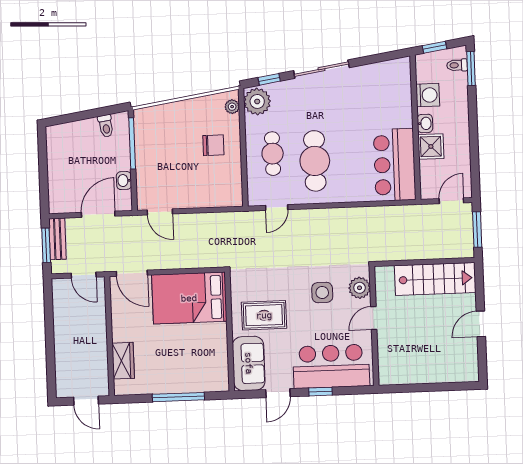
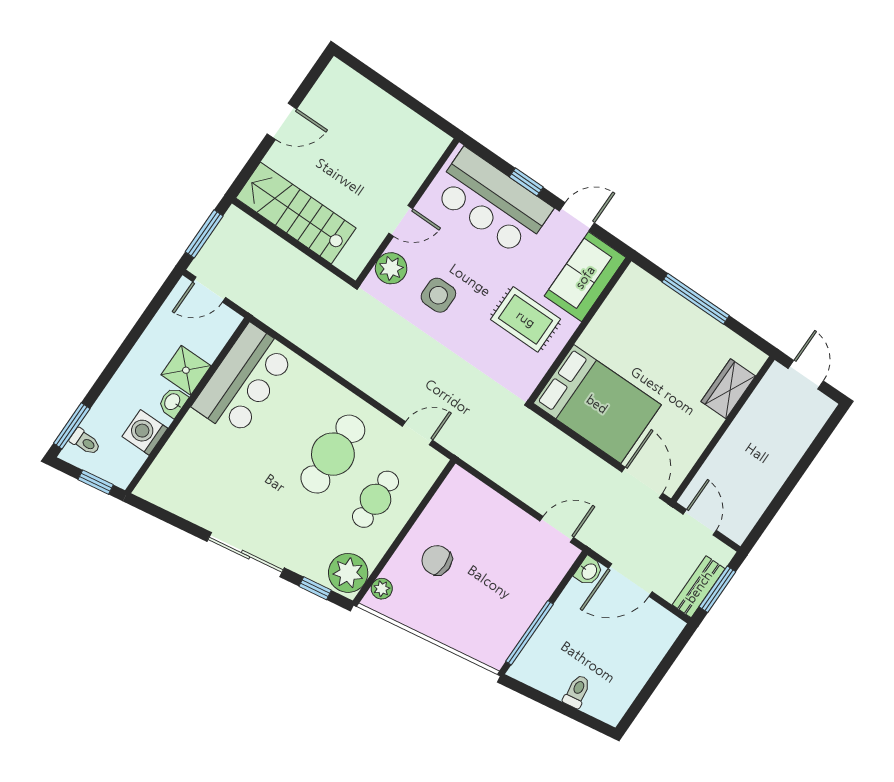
toilet: (106, 126) -> (577, 691), moved
washbasin: (124, 181) -> (589, 571), moved
door: (160, 212) -> (557, 529), hinge flipped

